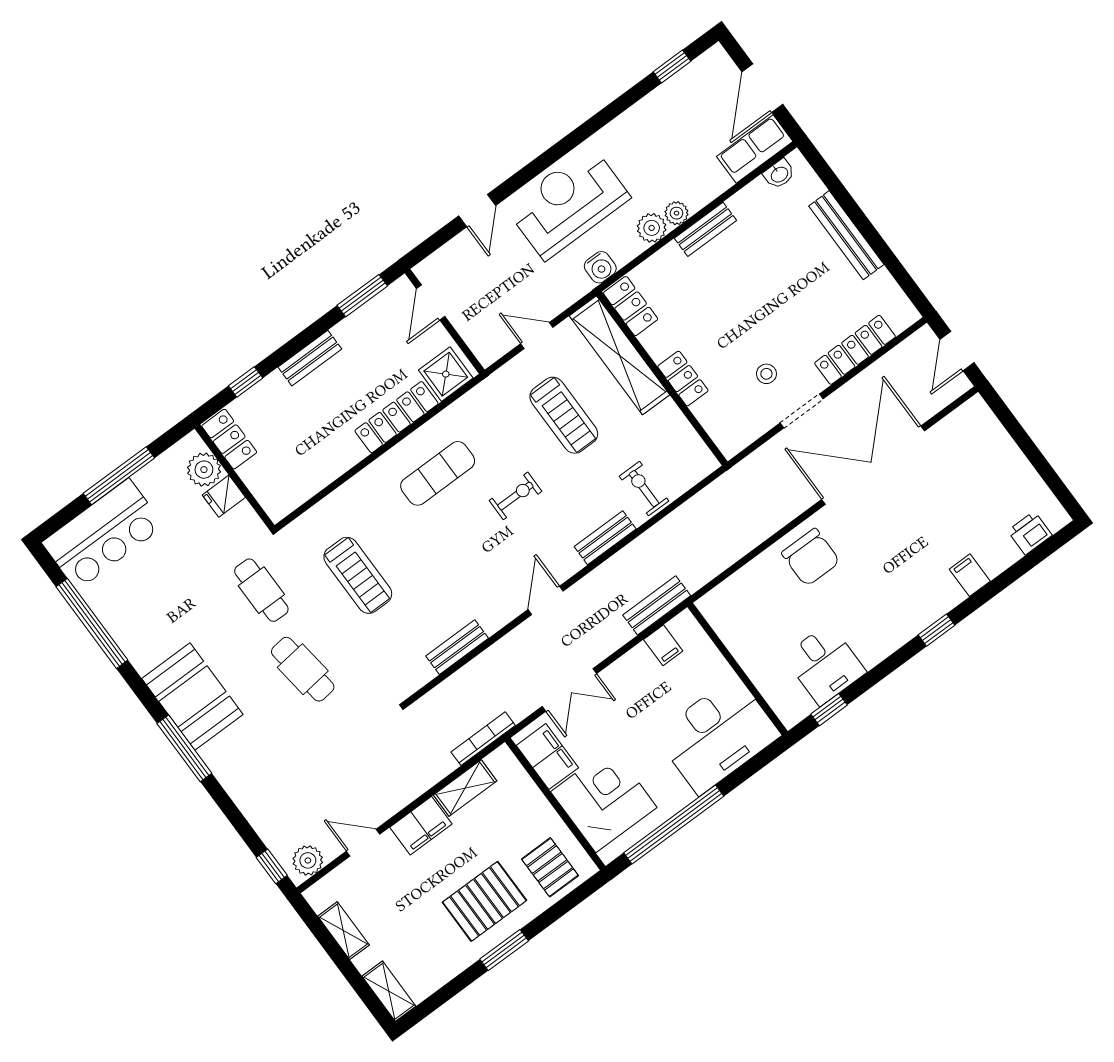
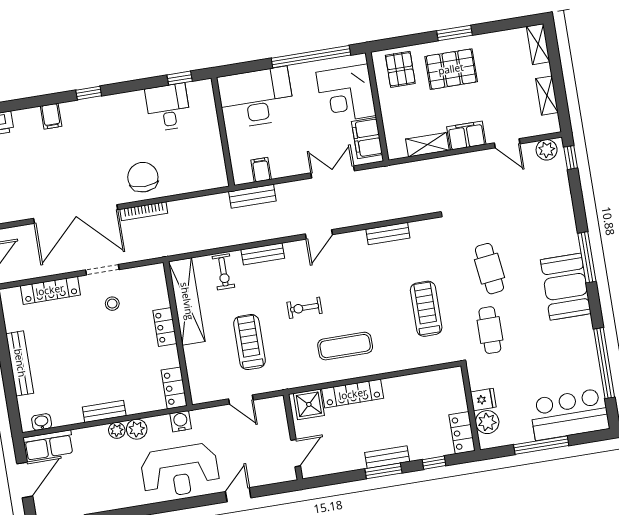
window: (362, 296) -> (383, 471), moved
shelving: (620, 355) -> (187, 301), moved
bookcase: (483, 739) -> (144, 211), moved

